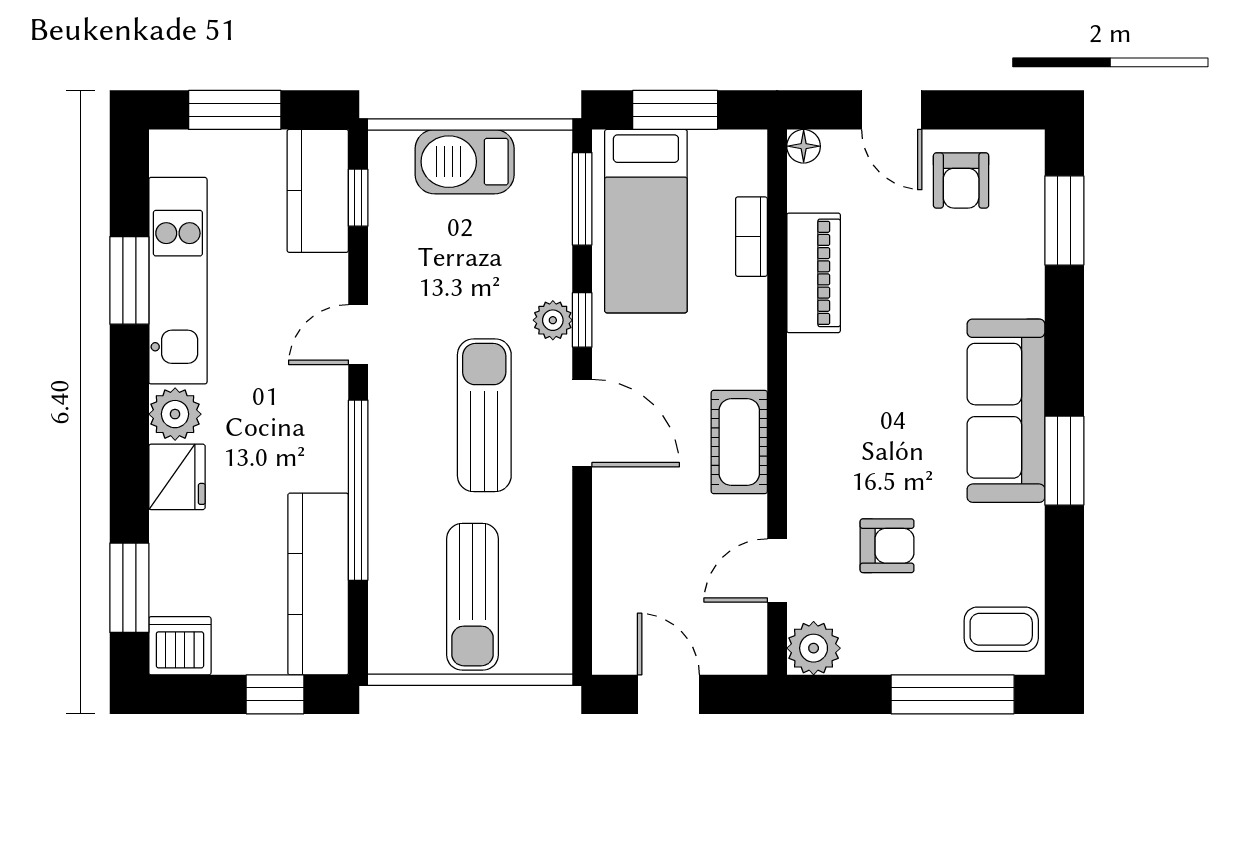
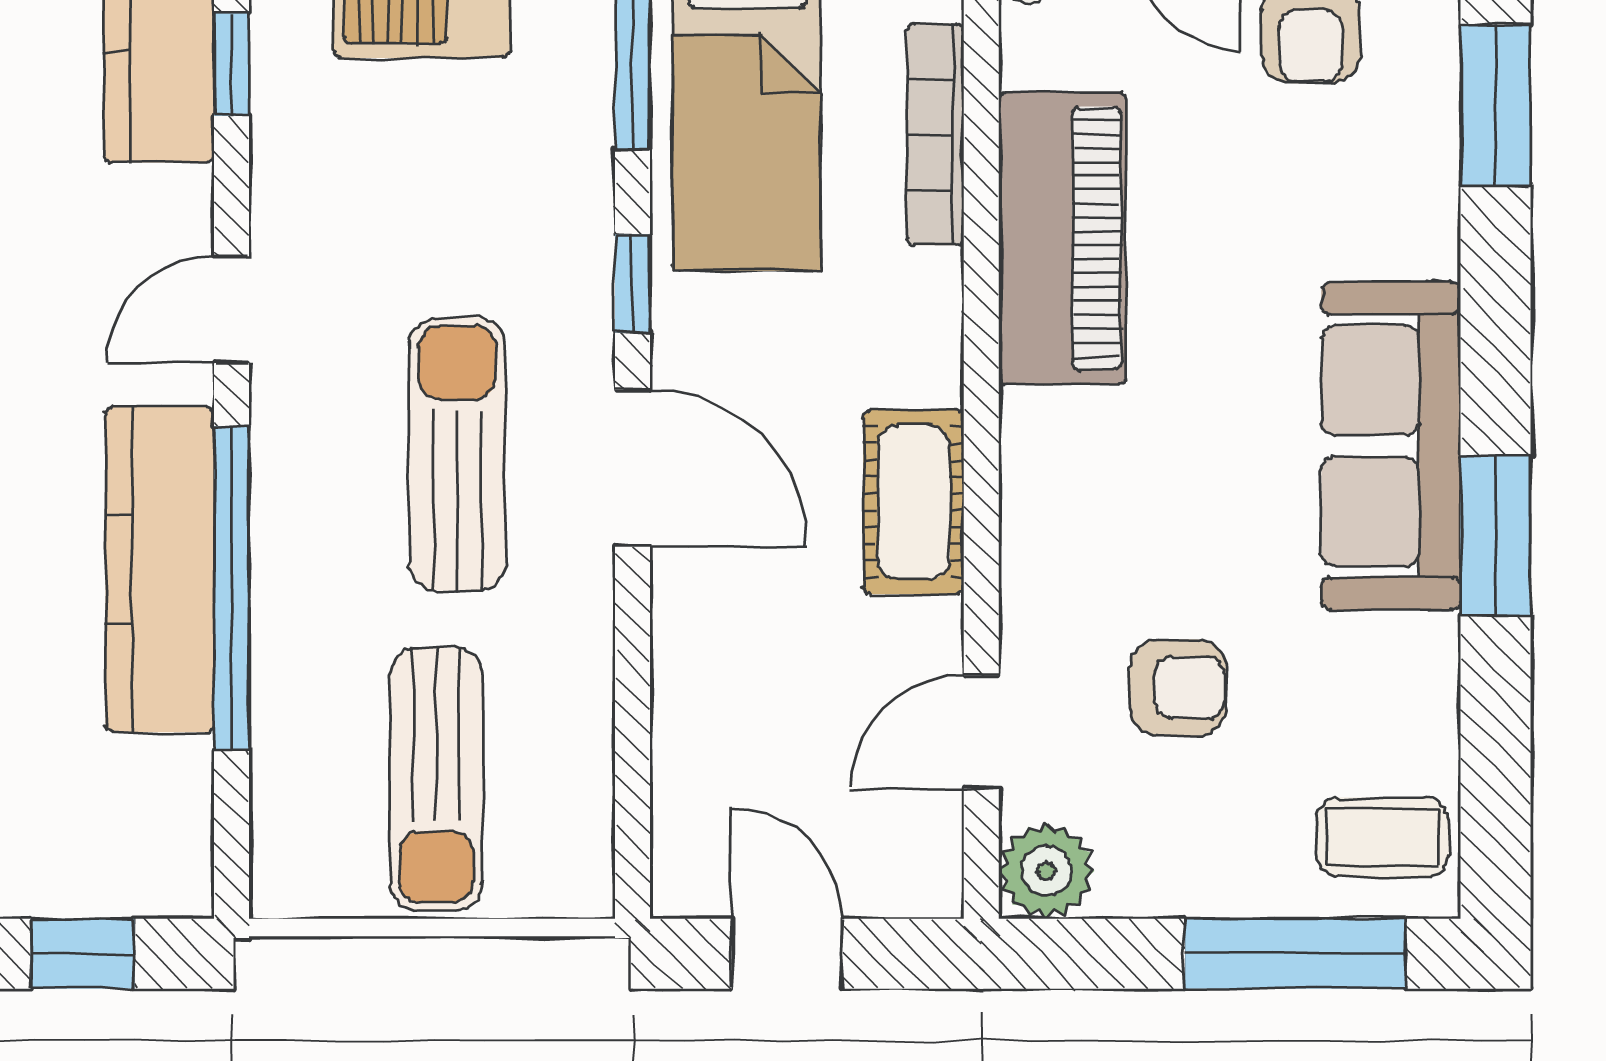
bookcase: (751, 237) -> (935, 134), width x1.56
piano: (814, 273) -> (1062, 238), width x1.37, depth x1.33
plant: (553, 320) -> (580, 284), removed
kitchen counter: (318, 584) -> (160, 570), moved

